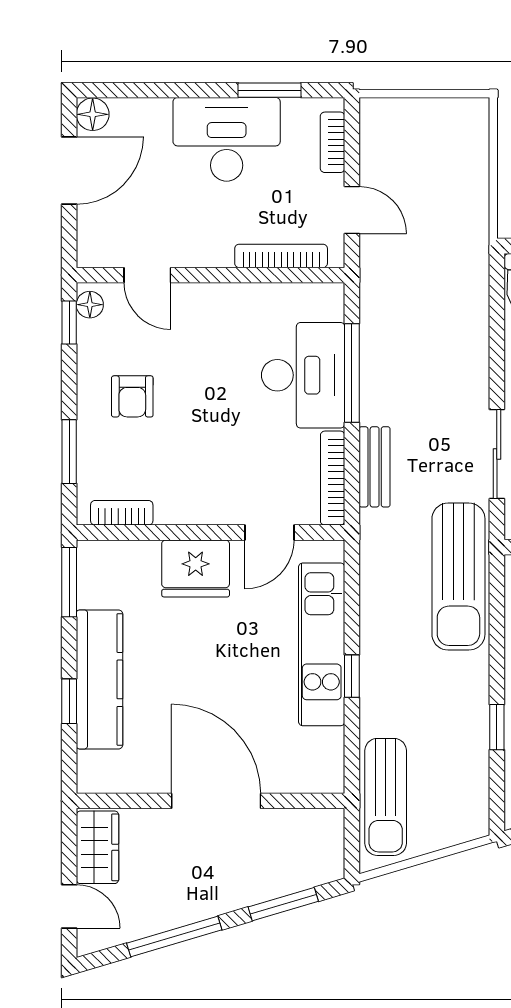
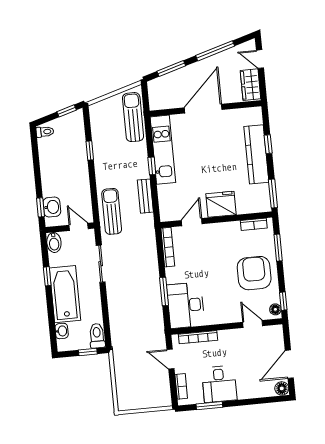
desk: (227, 139) -> (219, 384), width x0.73
window: (352, 373) -> (164, 292), width x0.69
desk: (303, 375) -> (186, 305), moved
armchair: (132, 396) -> (254, 273), width x1.88, depth x1.88
bench: (375, 467) -> (145, 196), moved
sun lounger: (458, 577) -> (112, 211), width x0.73, depth x0.75
kitchen unit: (322, 644) -> (163, 150), moved
door: (216, 801) -> (203, 109), swing flipped

